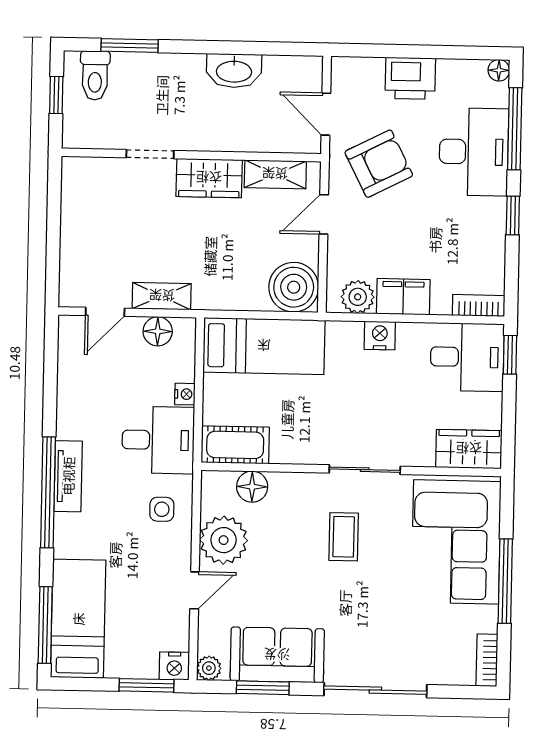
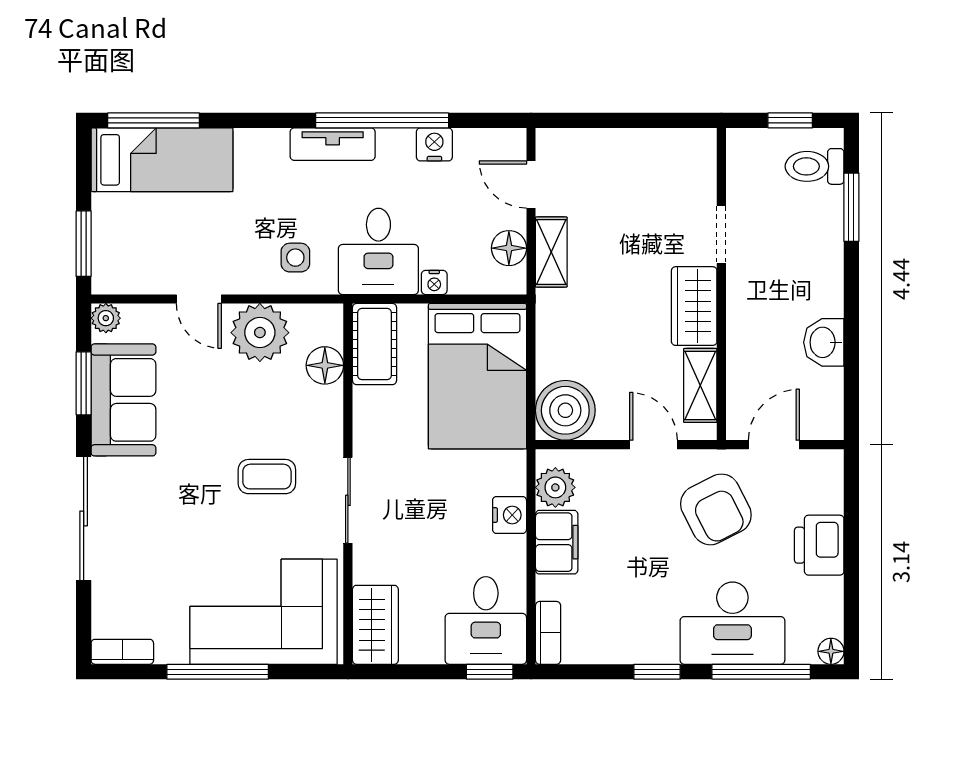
washbasin: (234, 71) -> (824, 342), width x0.72
bed: (264, 346) -> (477, 376), width x1.50
window: (48, 492) -> (382, 120), moved
nightstand: (174, 666) -> (434, 144), moved, turned 90

